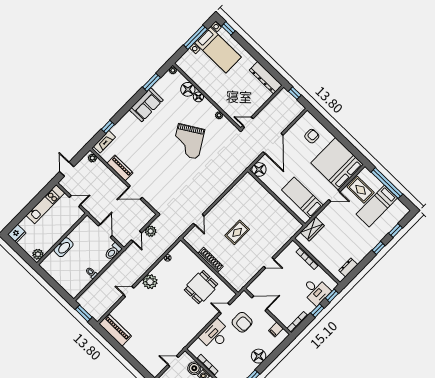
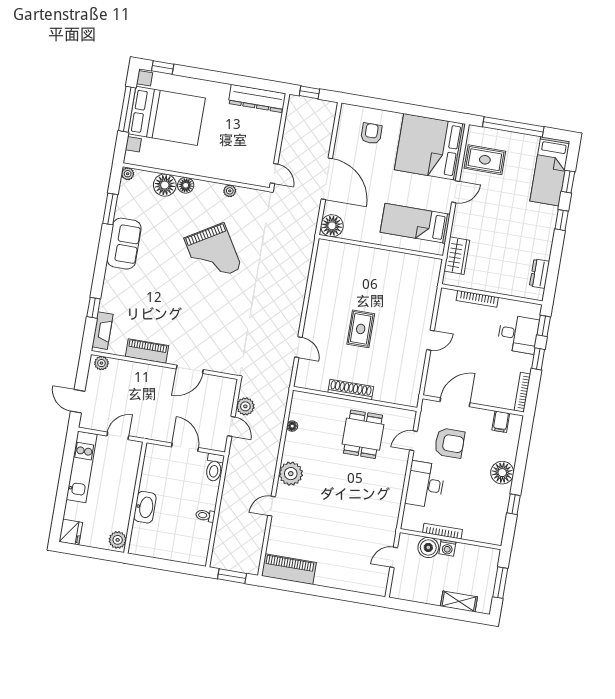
bed with nightstands: (218, 50) -> (167, 116), width x1.36
door: (248, 122) -> (274, 174), swing flipped
bed: (377, 206) -> (550, 171), moved

